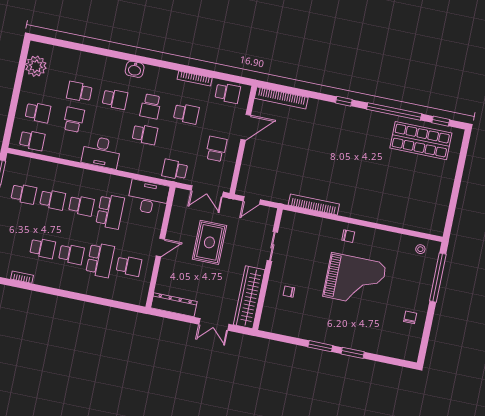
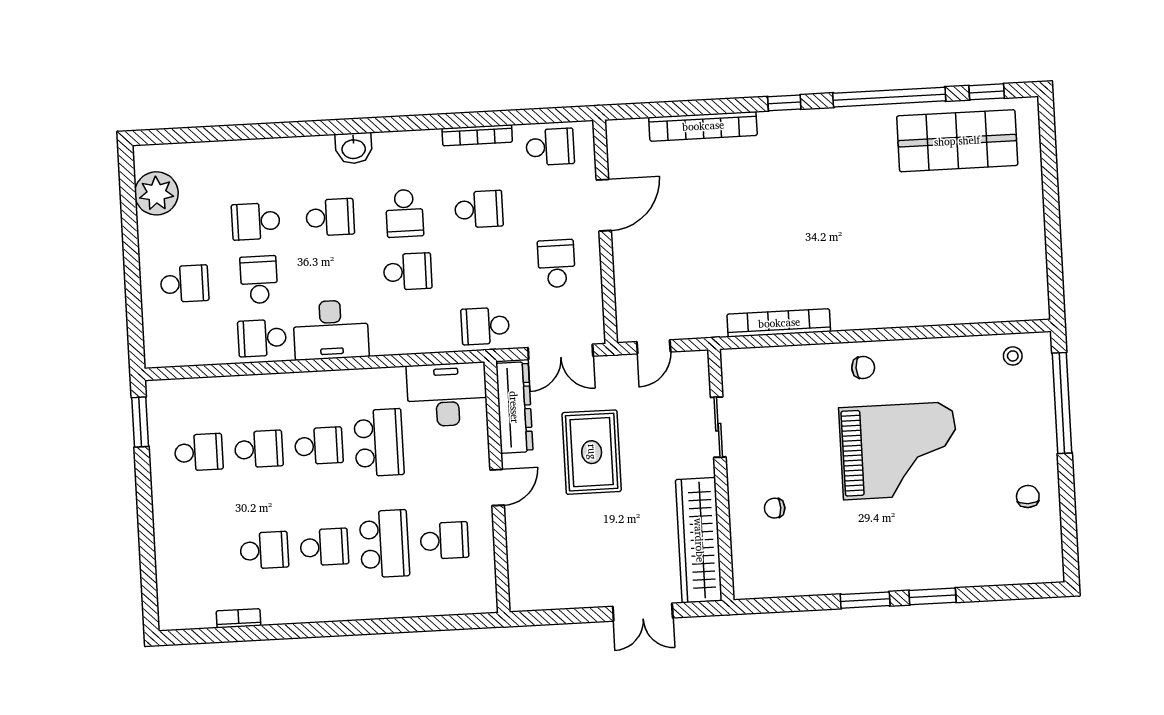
bookcase: (281, 98) -> (703, 126), moved
school desk: (32, 140) -> (262, 338), moved, turned 180
dresser: (174, 305) -> (514, 407), moved, turned 90

